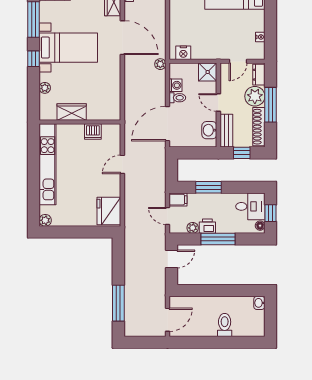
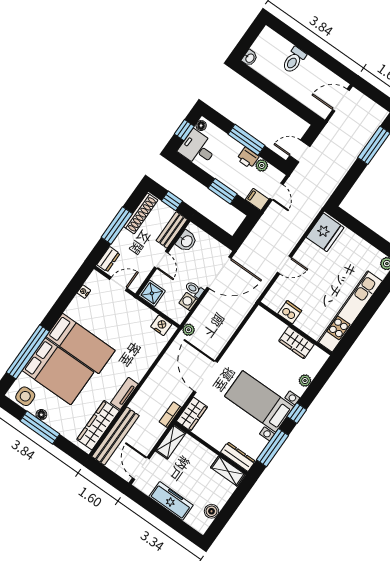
plant: (255, 96) -> (125, 243), removed

